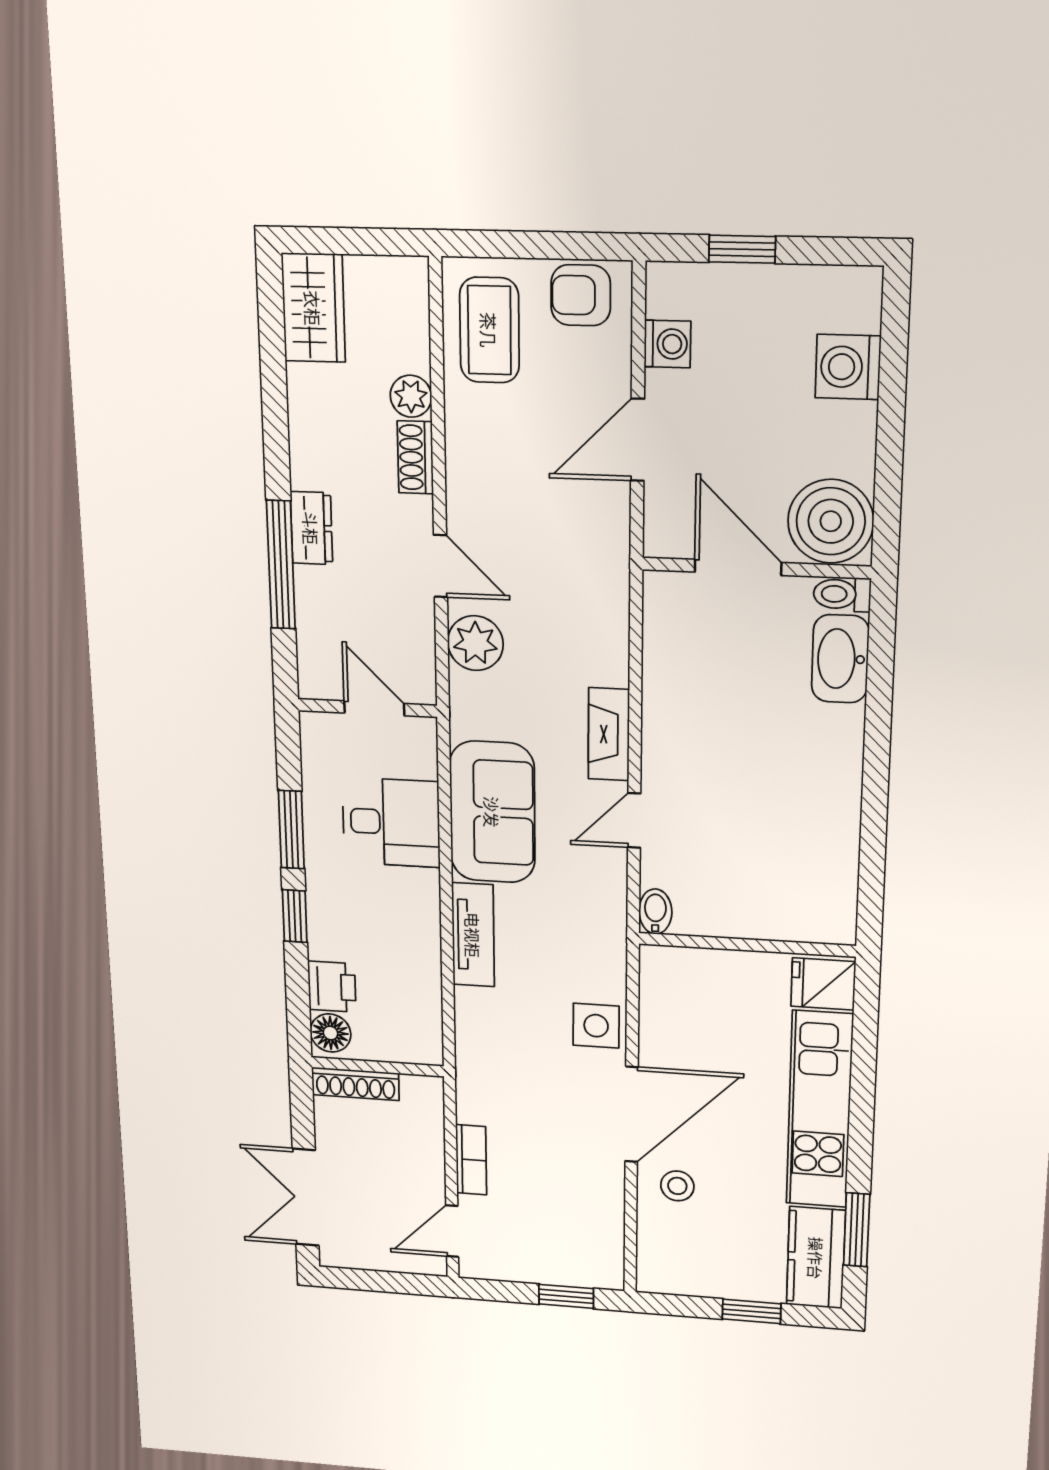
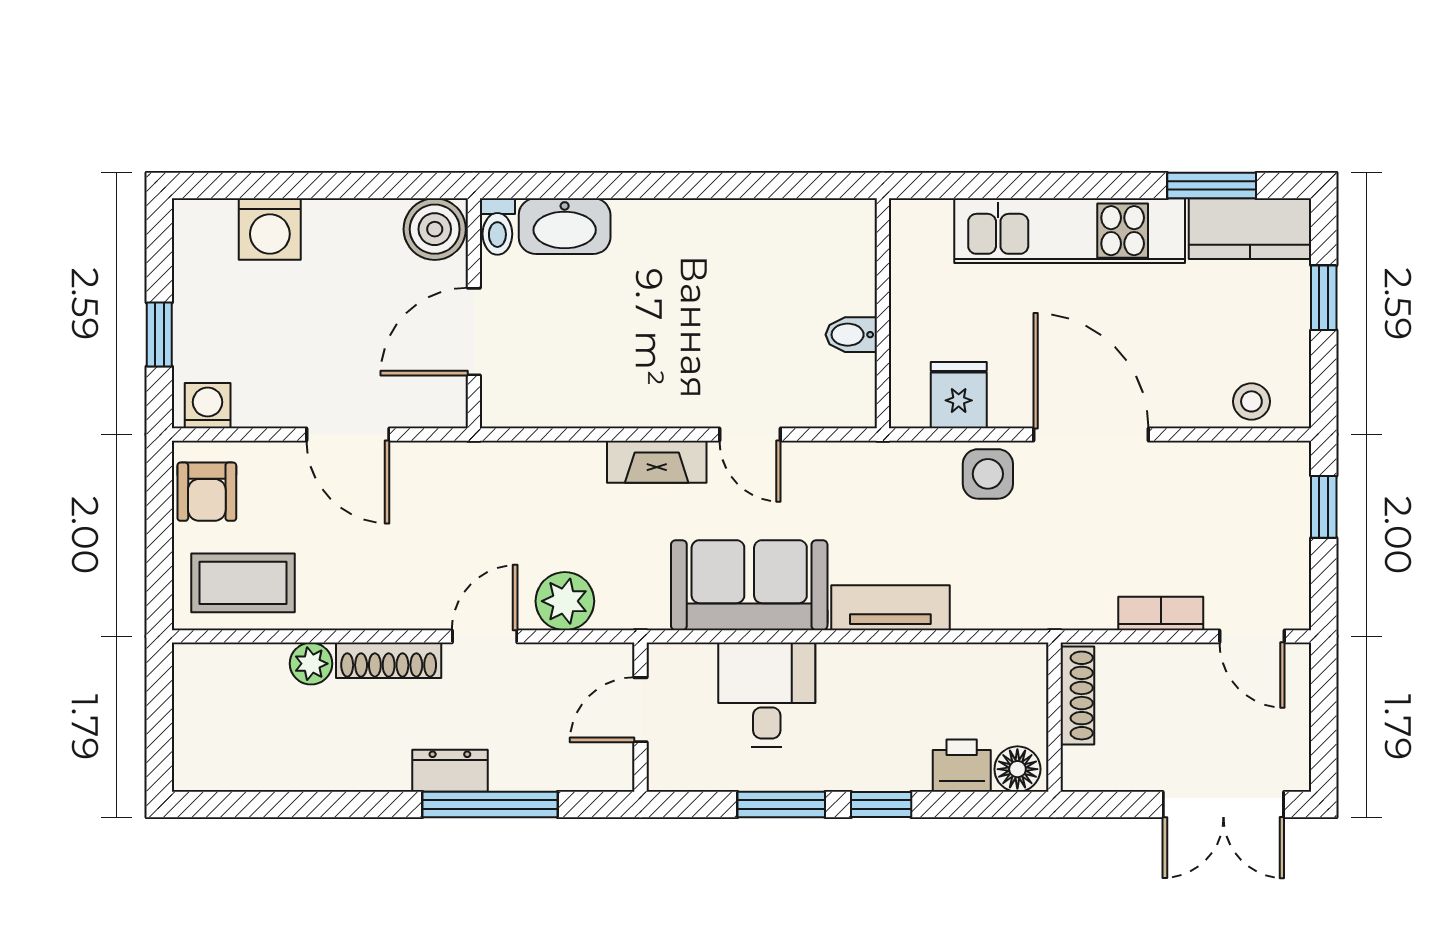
wardrobe: (313, 308) -> (225, 761), removed
washing machine: (668, 344) -> (208, 406), moved
shoe rack: (415, 457) -> (389, 660), width x1.43
boiler: (831, 521) -> (435, 229), width x0.73, depth x0.73
bidet: (655, 912) -> (851, 335), moved
fridge: (823, 984) -> (959, 395), moved, turned 180
shoe rack: (355, 1084) -> (1077, 695), moved
stool: (677, 1186) -> (1251, 401), moved

